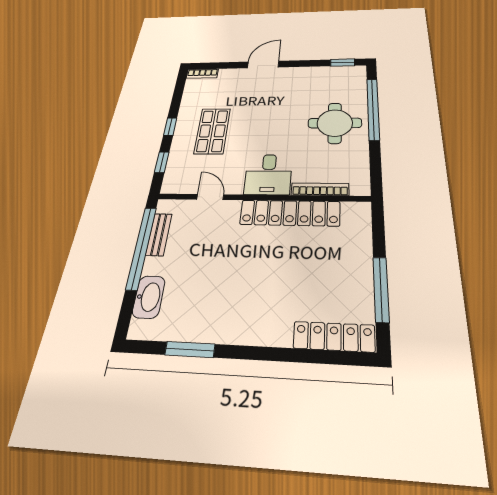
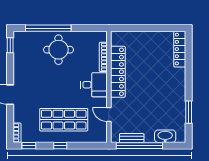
shop shelf: (212, 131) -> (64, 120), width x1.43, depth x1.36
window: (162, 162) -> (29, 146), moved
door: (210, 197) -> (109, 114), hinge flipped
window: (381, 289) -> (157, 28), removed

